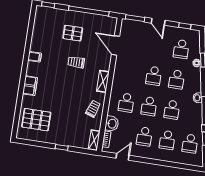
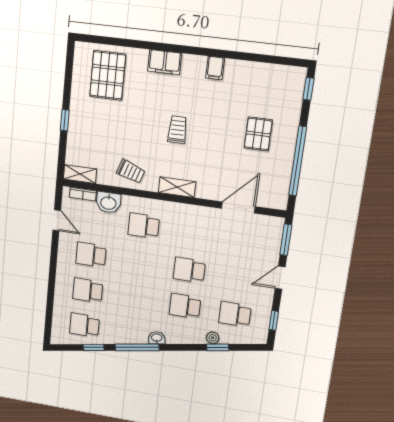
trolley: (76, 62) -> (178, 130), moved
school desk: (149, 106) -> (140, 262), removed
school desk: (172, 110) -> (136, 298), removed

